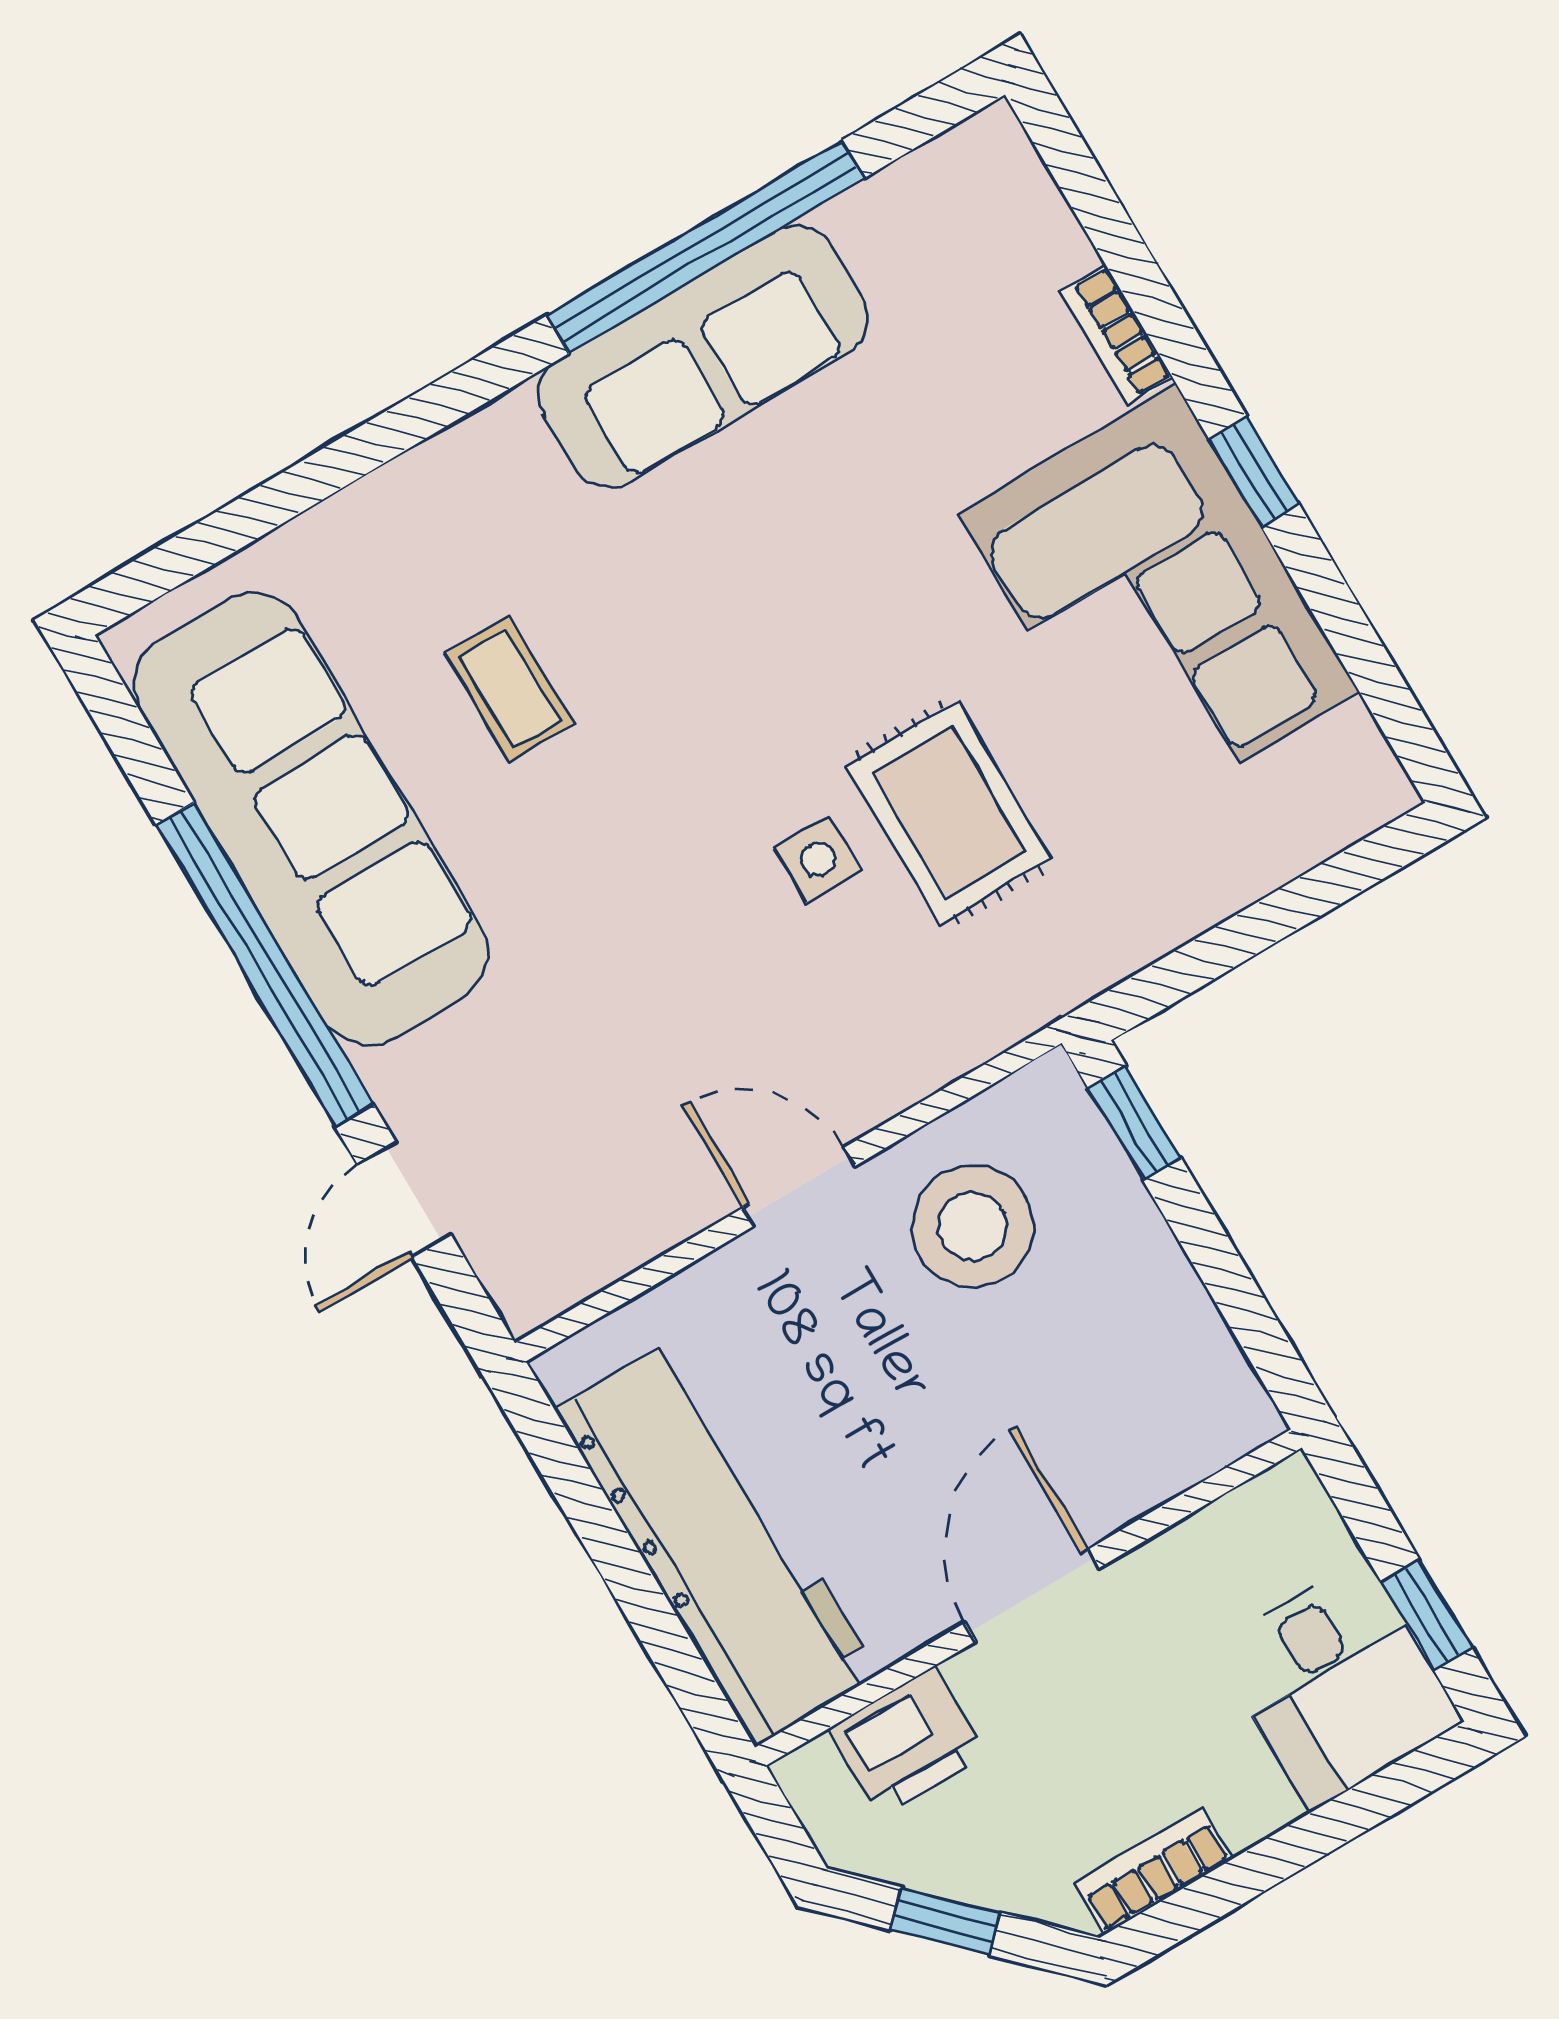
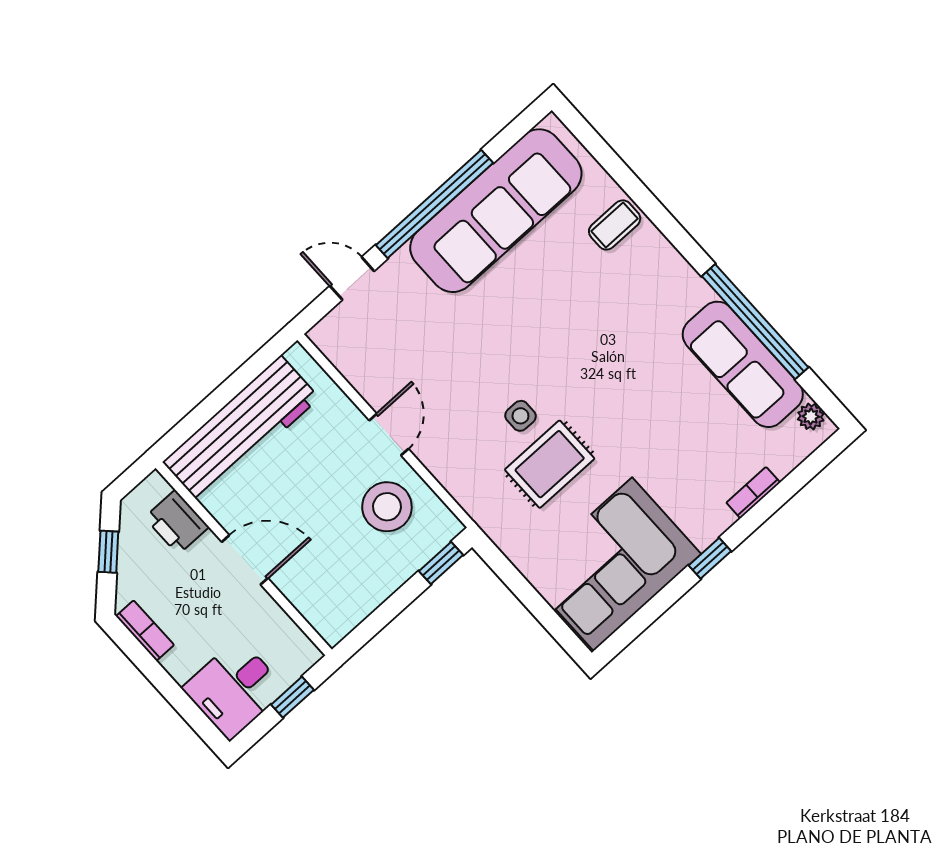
plant: (961, 159) -> (811, 416), added
sofa: (703, 356) -> (743, 364), moved
corner sofa: (1159, 603) -> (613, 564), moved
coffee table: (510, 689) -> (615, 225), moved
window: (1427, 1615) -> (292, 697), moved

